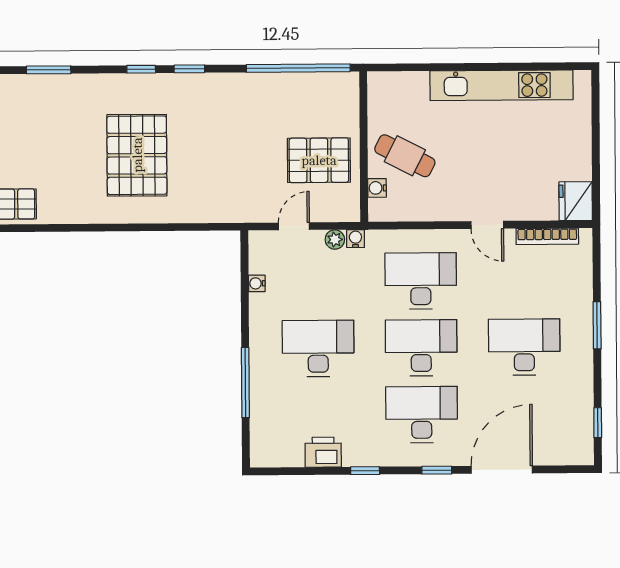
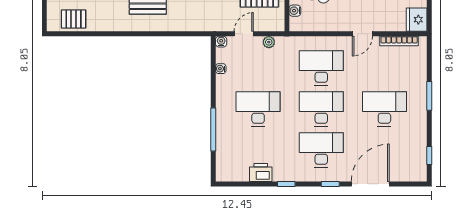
door: (487, 225) -> (362, 34), hinge flipped
water cooler: (355, 239) -> (221, 42), moved

